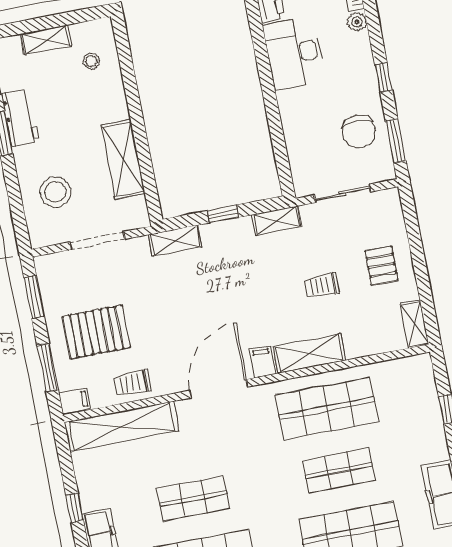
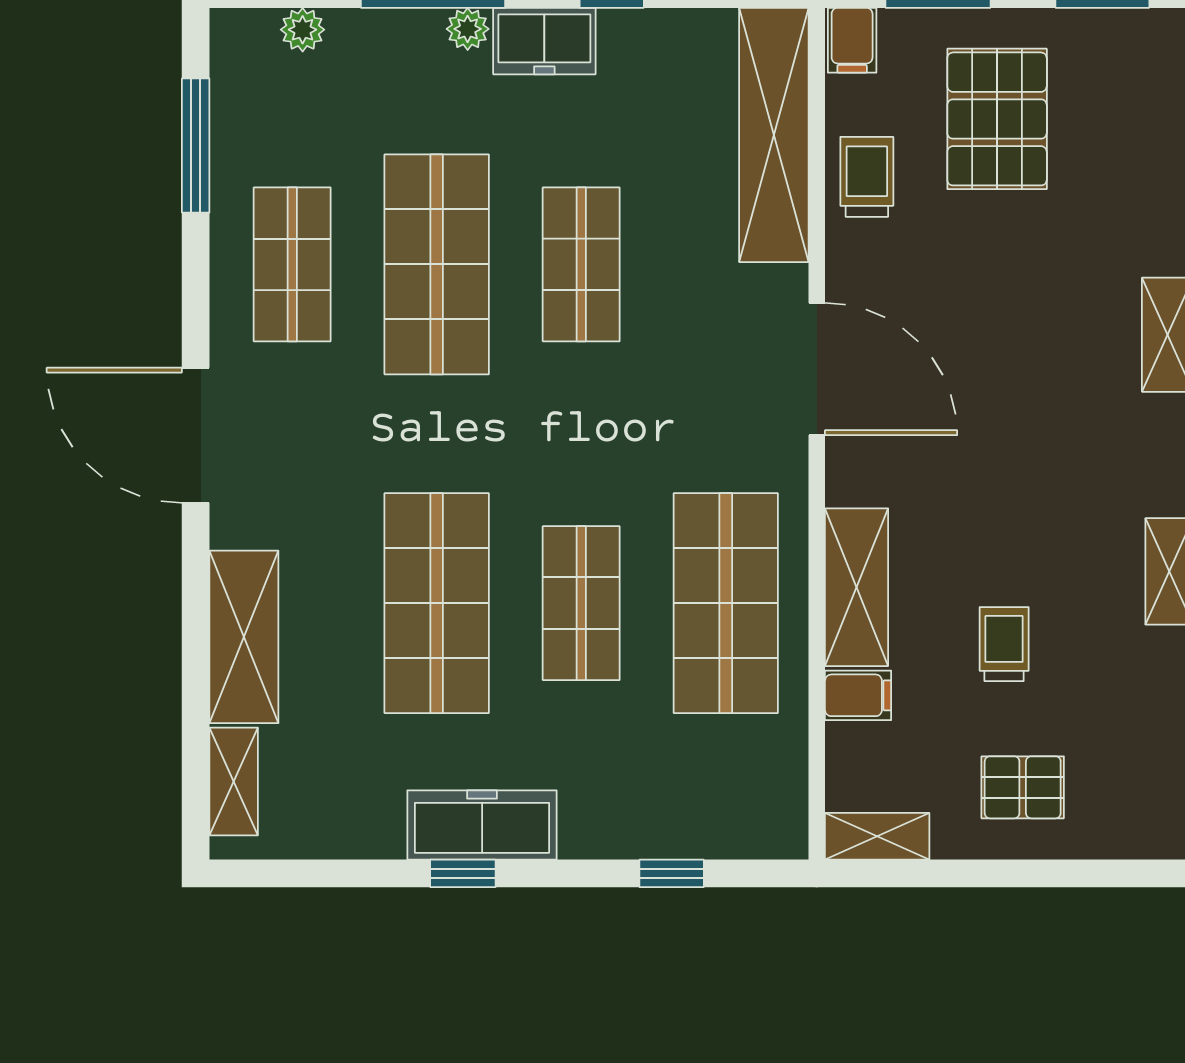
filing cabinet: (263, 362) -> (858, 695), moved

